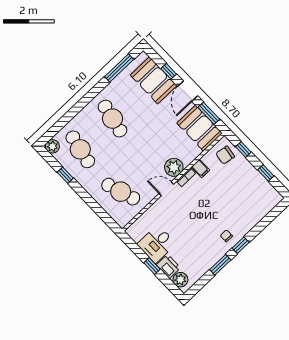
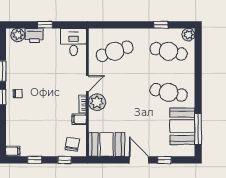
booth: (154, 80) -> (182, 126), moved, turned 90
window: (209, 113) -> (111, 160), removed
filing cabinet: (275, 197) -> (13, 151), added
desk: (157, 244) -> (74, 42), moved

